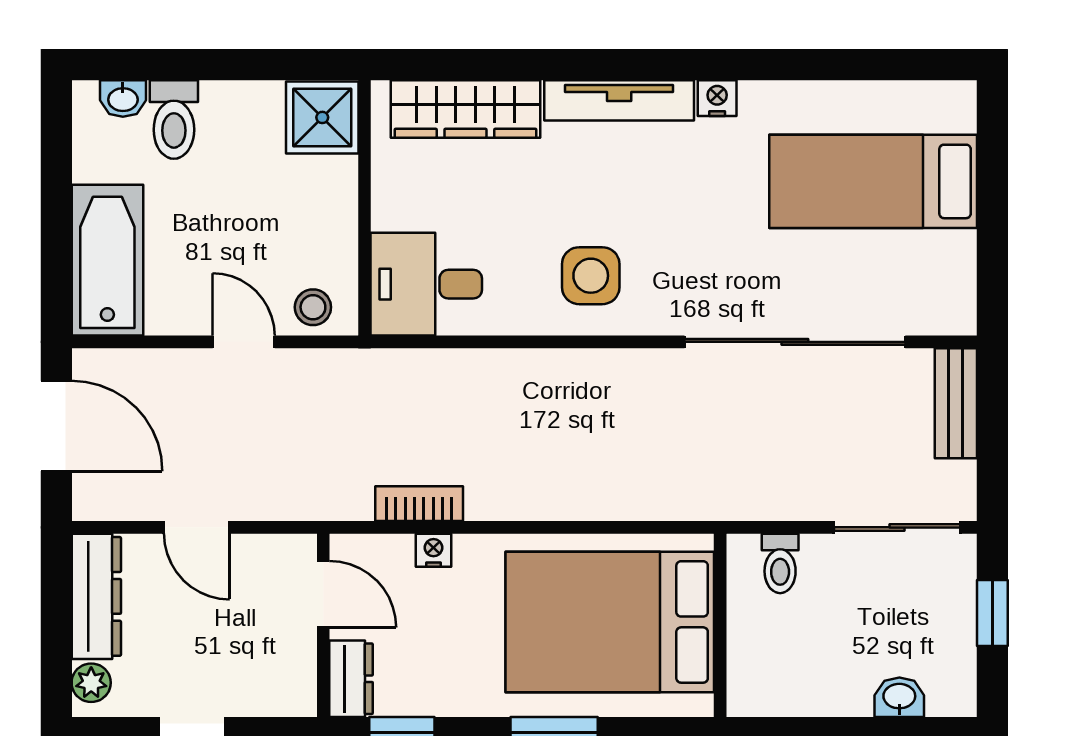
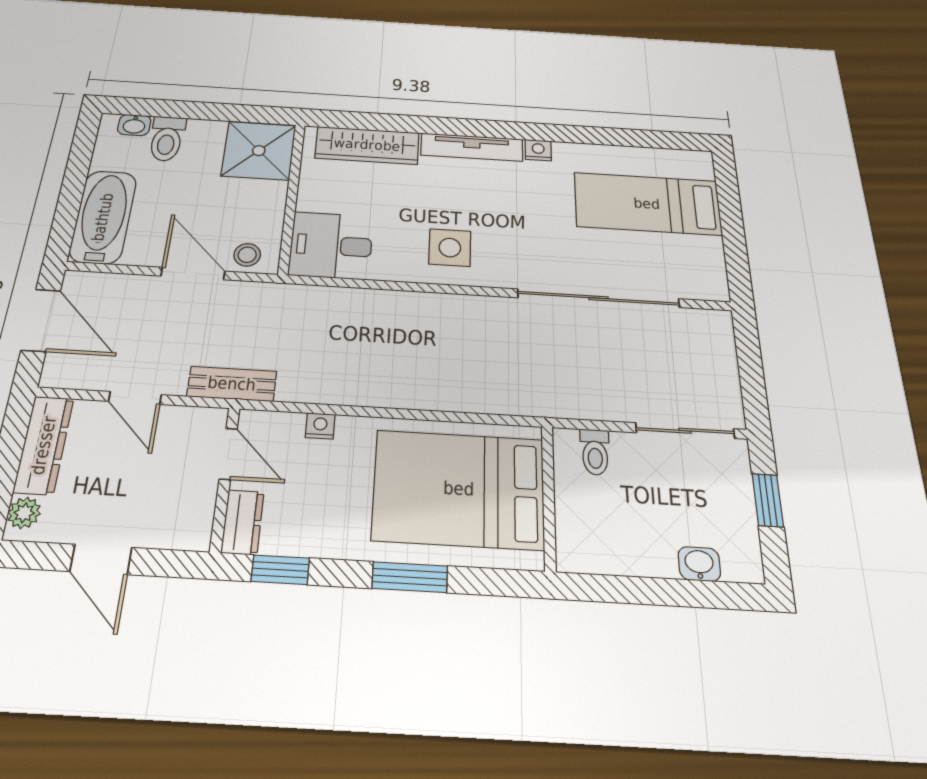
shower: (322, 117) -> (259, 151), width x1.36, depth x1.36
door: (244, 342) -> (193, 274), width x1.38
bench: (956, 403) -> (232, 384), moved, turned 90
bookcase: (419, 504) -> (312, 391), removed

